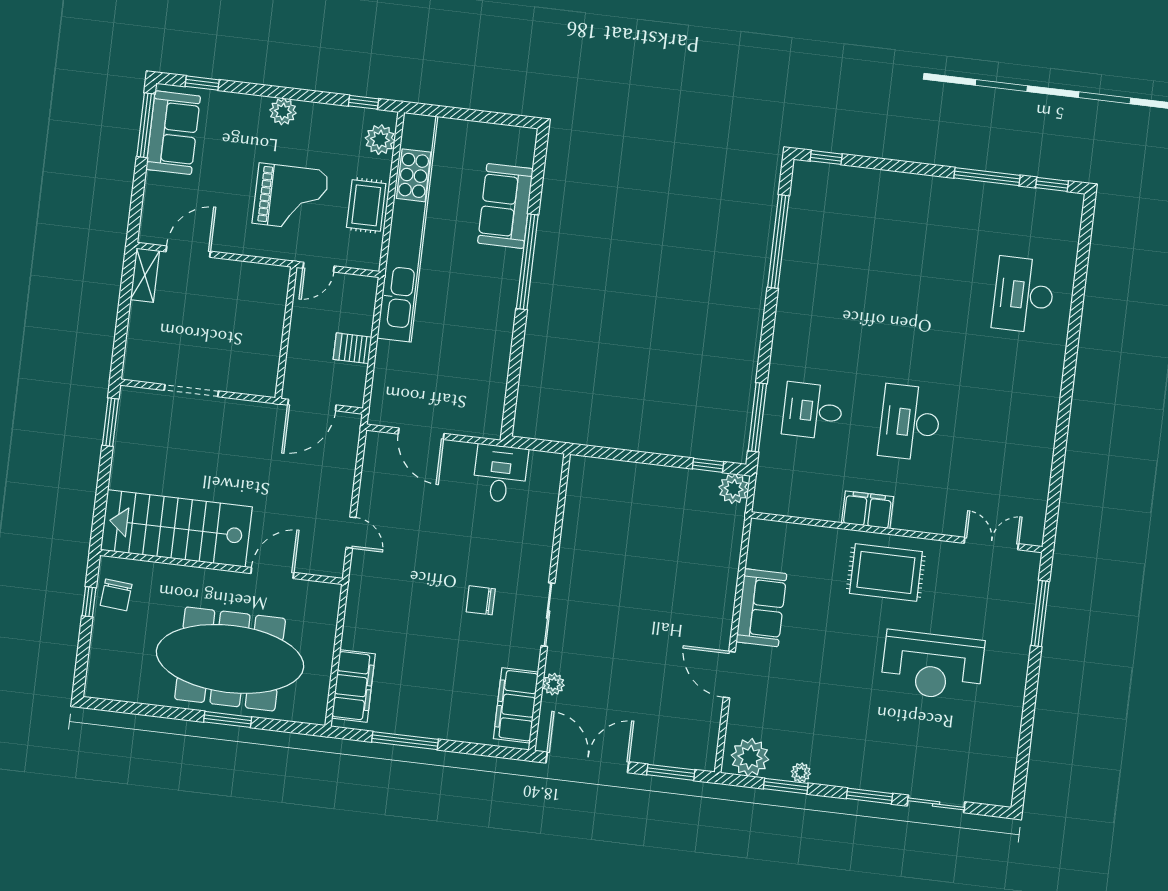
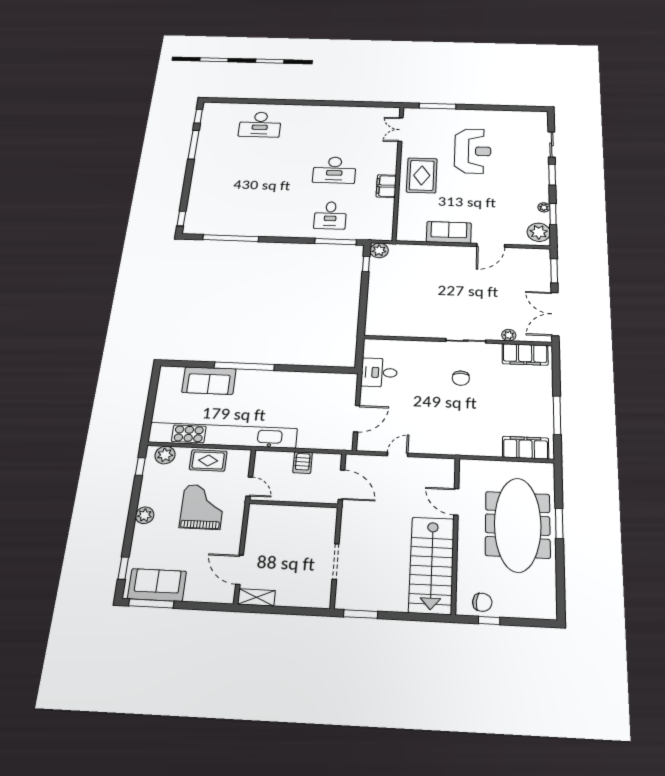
door: (351, 533) -> (398, 454), moved

